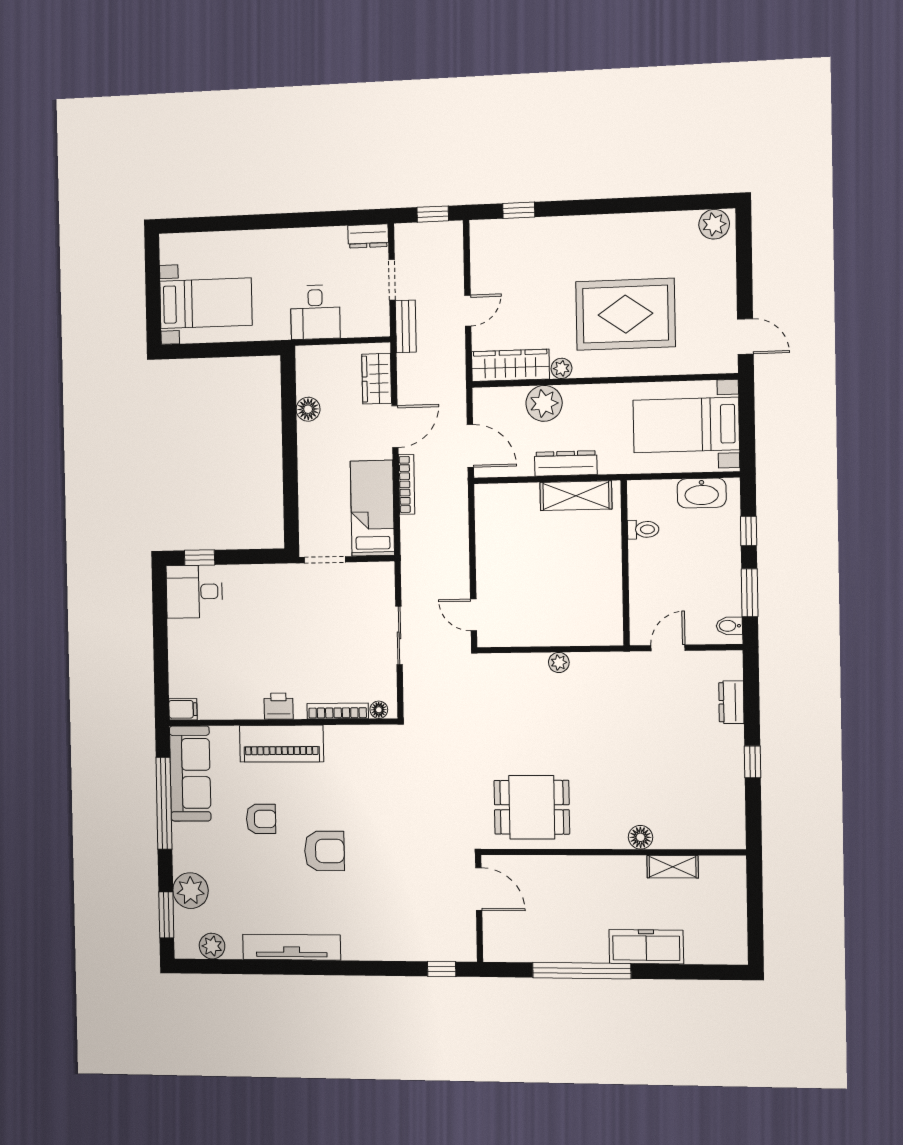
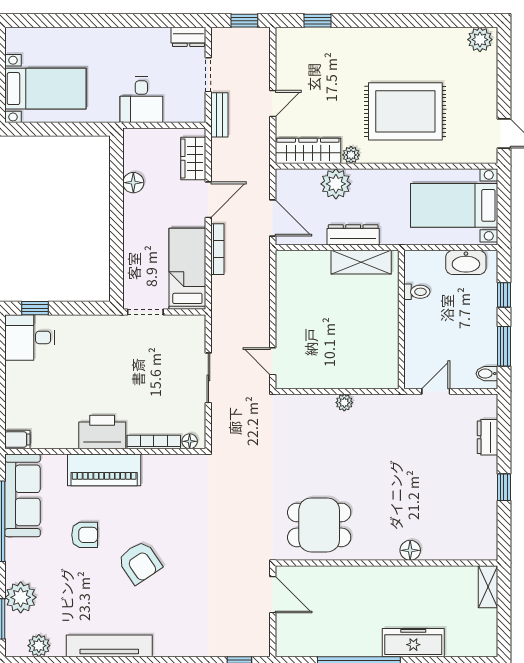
printer: (279, 706) -> (102, 432), width x1.87, depth x1.48
armchair: (324, 851) -> (140, 563), turned 56
shelving: (673, 867) -> (488, 587), moved, turned 90

